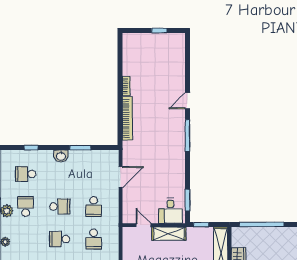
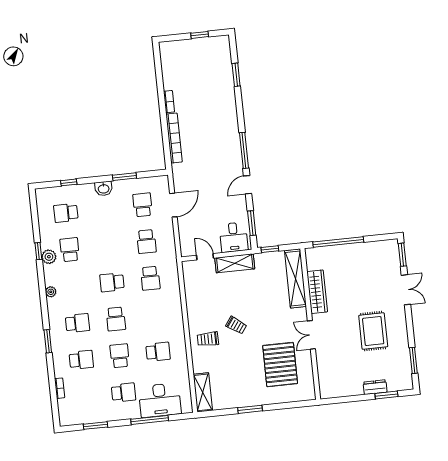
window: (187, 69) -> (236, 75), added
door: (187, 101) -> (248, 185), moved
school desk: (60, 207) -> (143, 205), moved, turned -90

